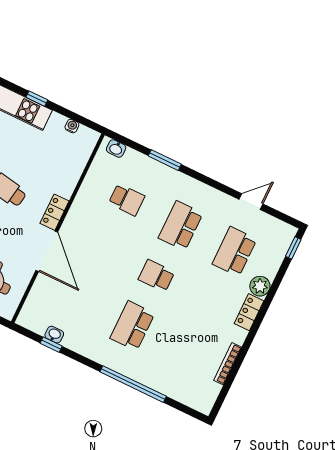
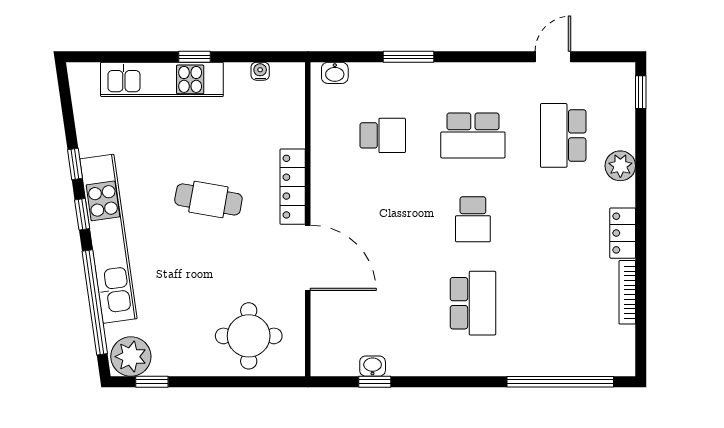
locker: (54, 212) -> (293, 187), width x1.53
school desk: (181, 226) -> (473, 135), turned -90
school desk: (156, 276) -> (473, 219), turned -90
locker: (249, 312) -> (623, 233), moved
school desk: (132, 326) -> (473, 303), turned 180
window: (133, 384) -> (560, 382), moved

